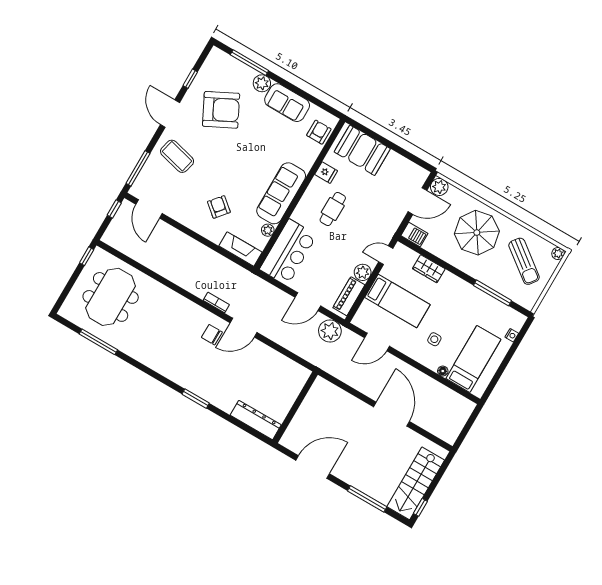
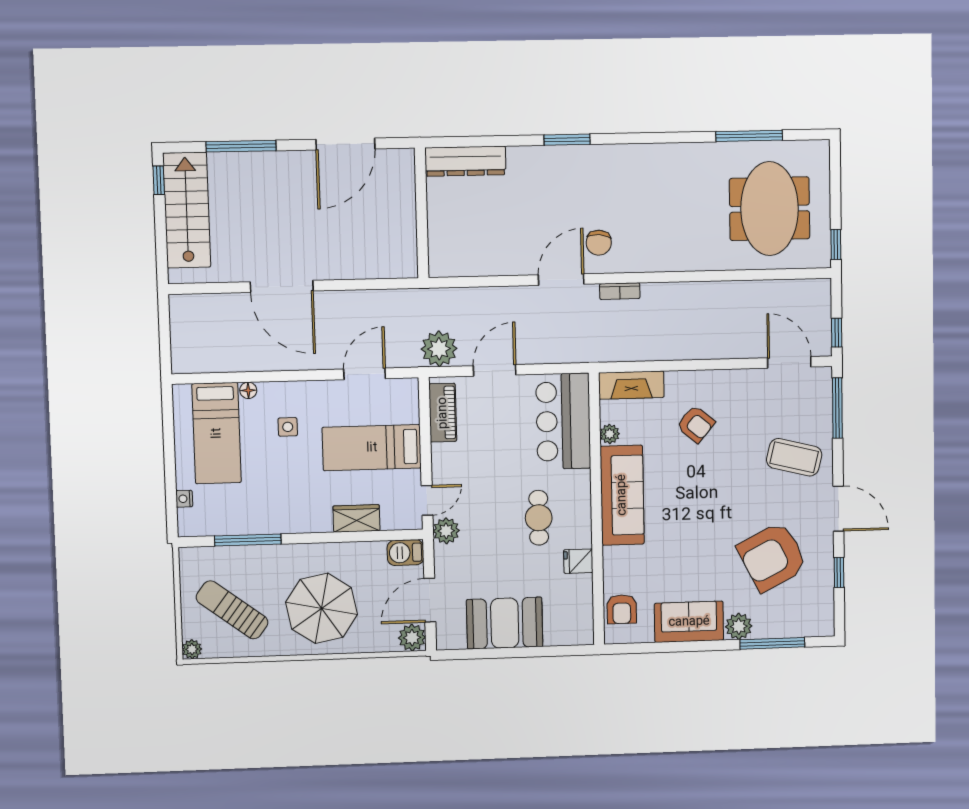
booth: (362, 150) -> (505, 623), moved
plant: (363, 272) -> (446, 531), moved
chair: (212, 335) -> (599, 243), turned 95

